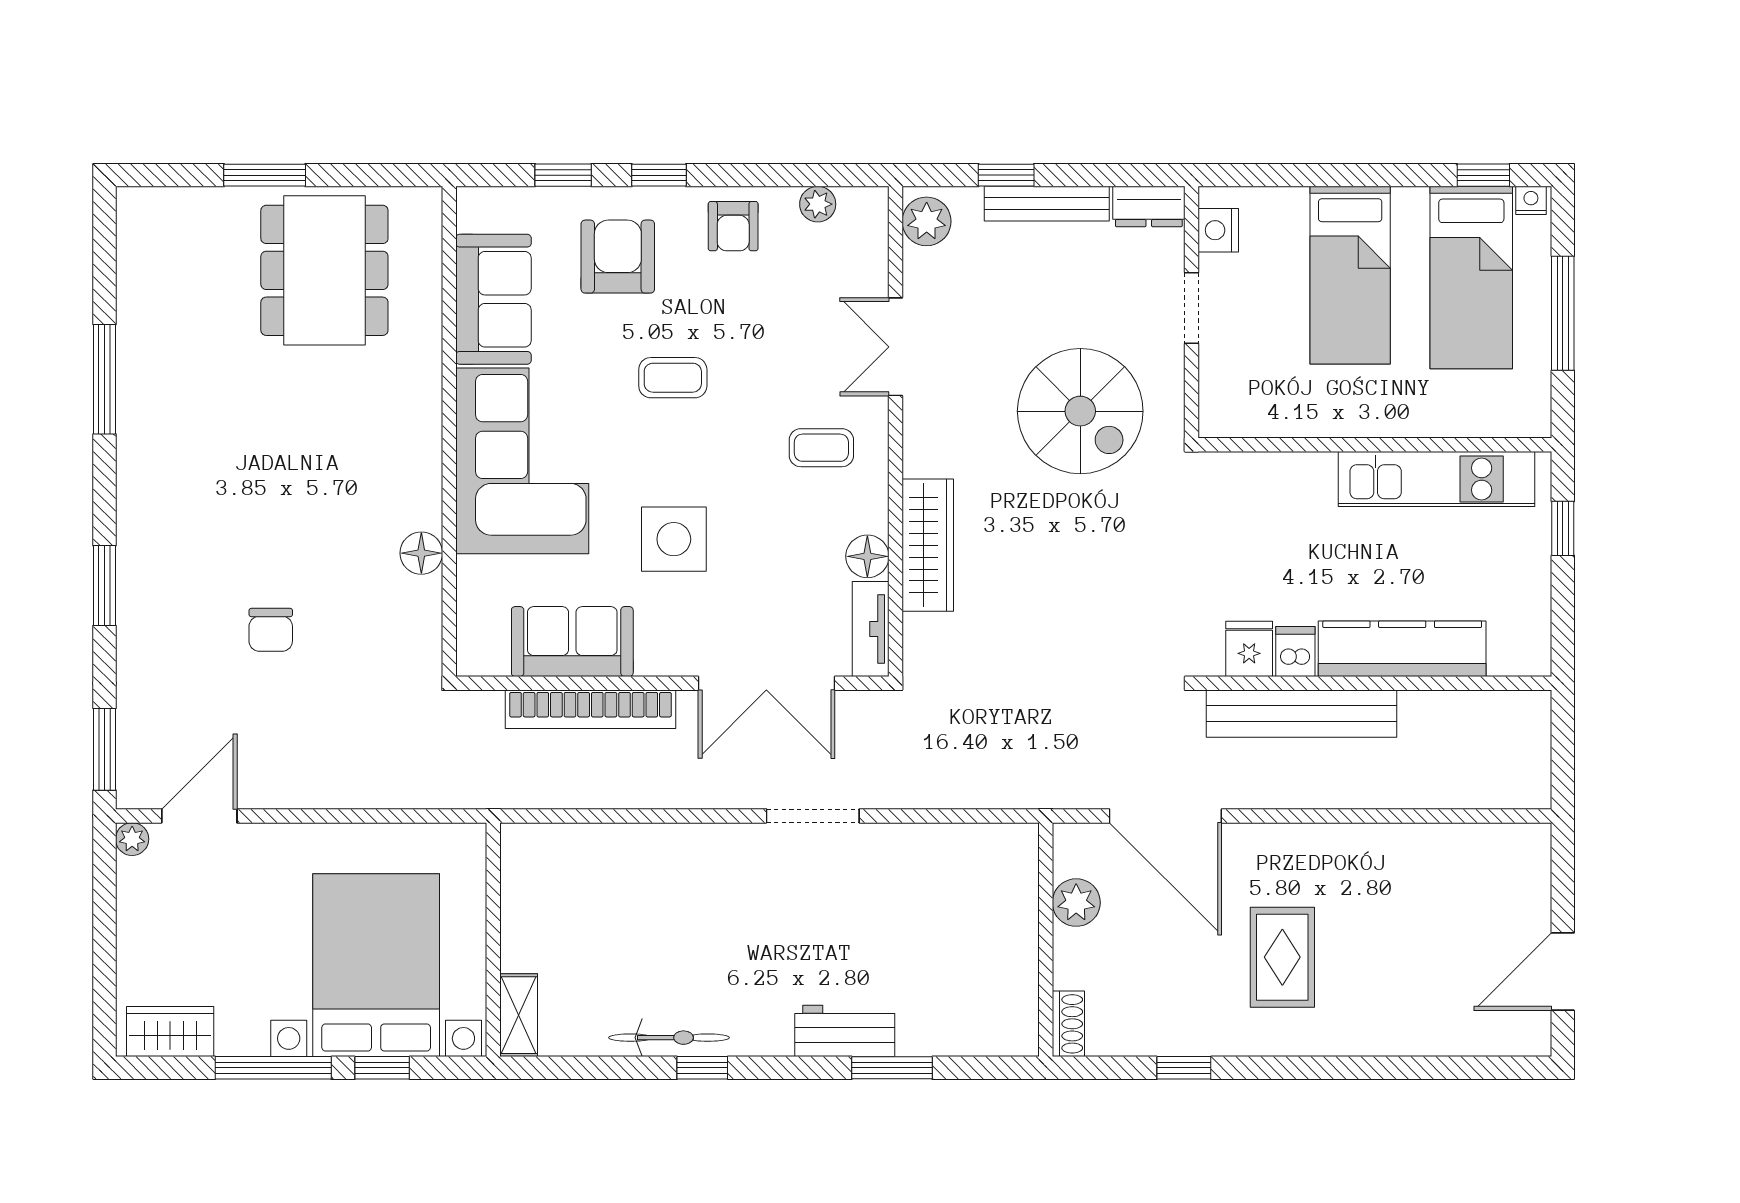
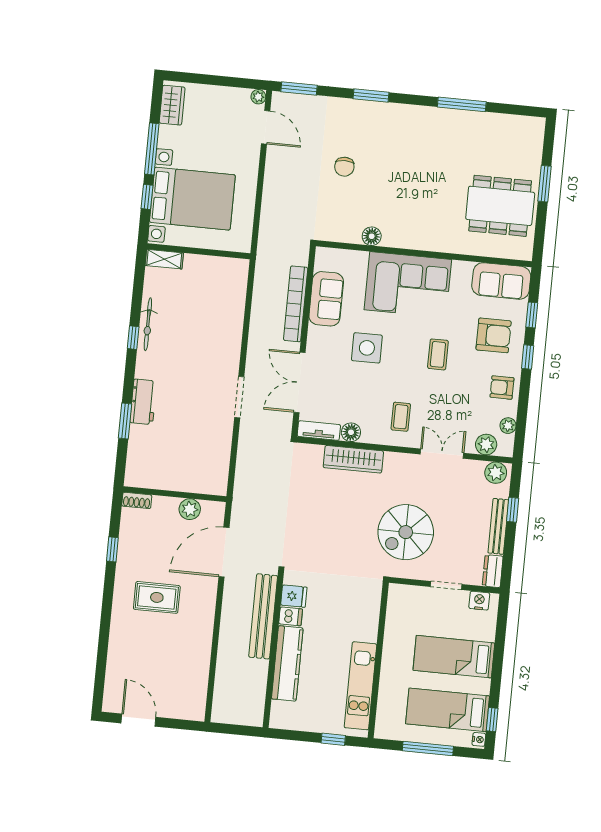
plant: (865, 249) -> (486, 445), added
sofa: (493, 299) -> (501, 281), moved
chair: (271, 630) -> (344, 167), turned -90

